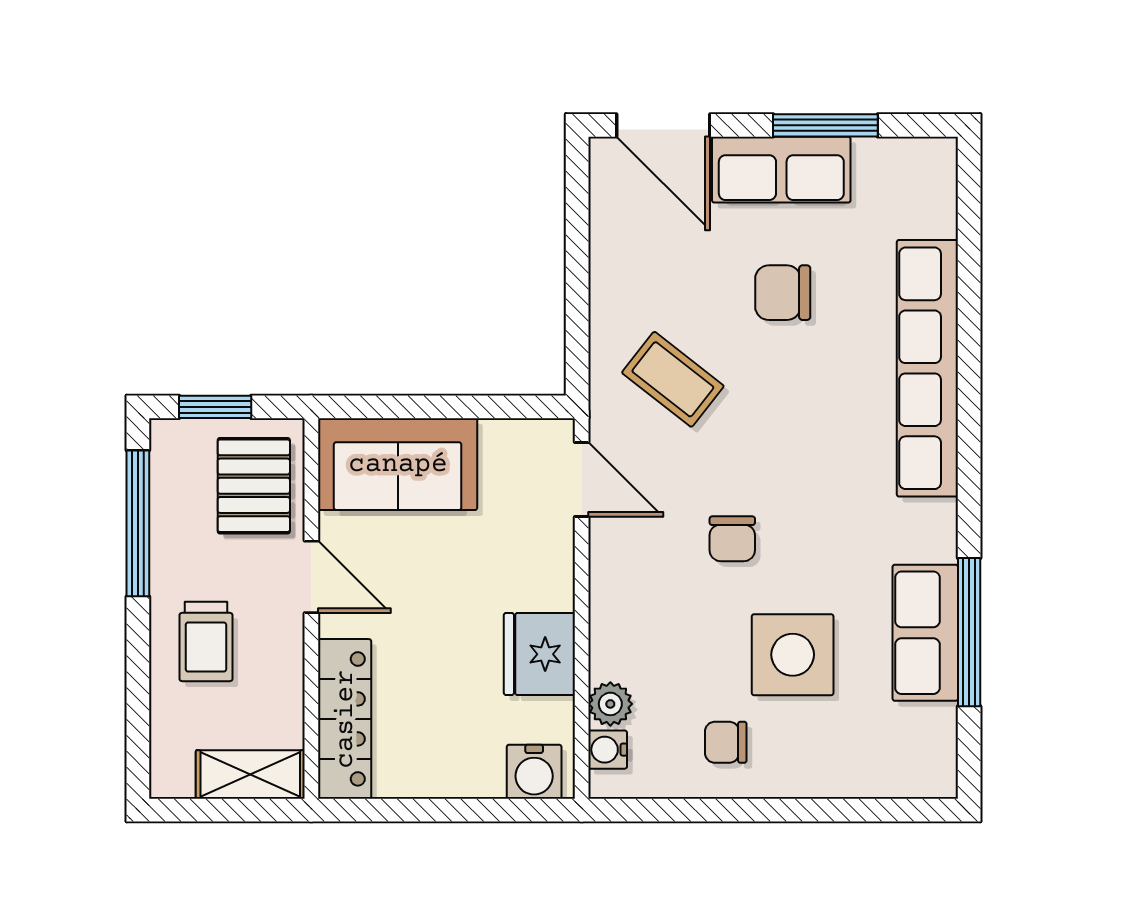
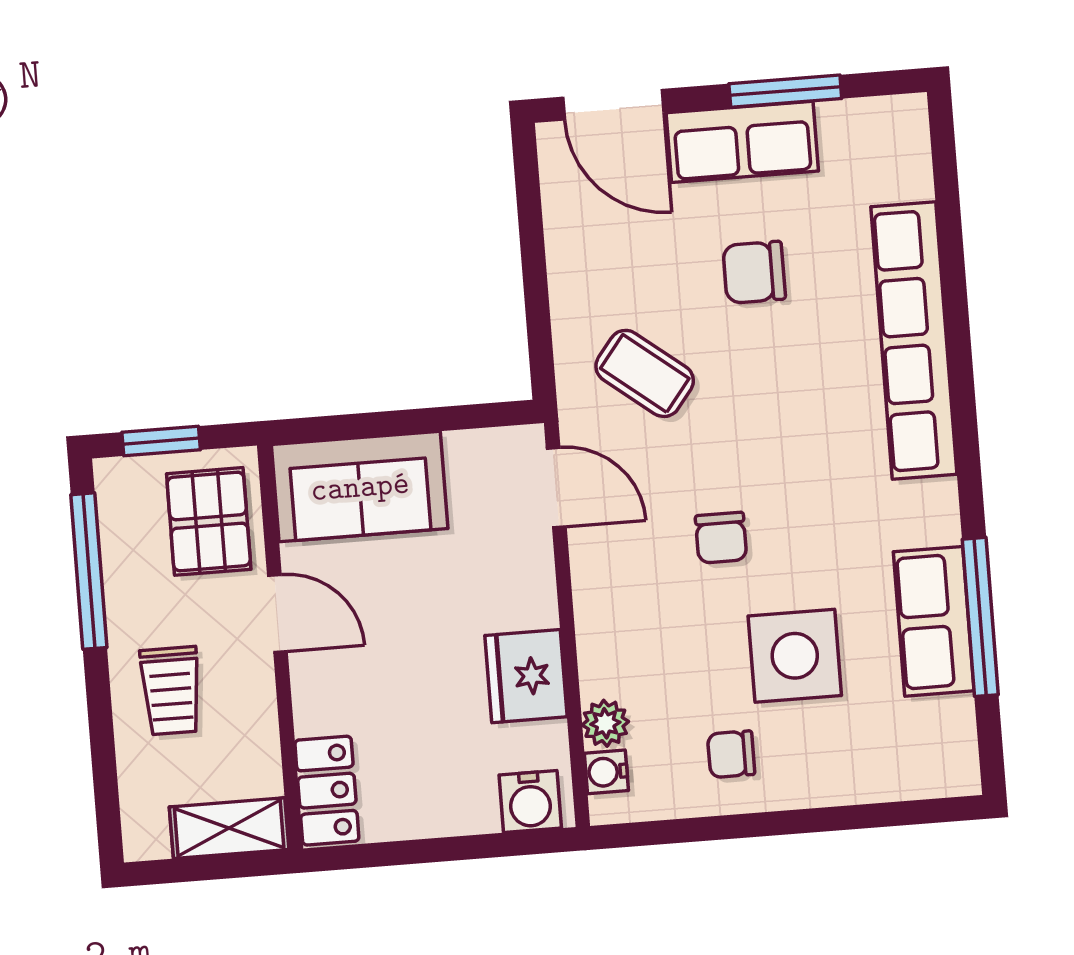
locker: (345, 719) -> (327, 791), width x0.66

